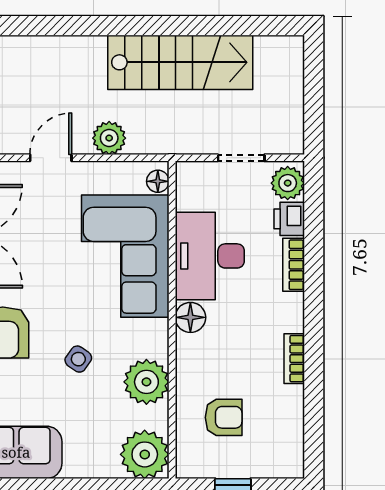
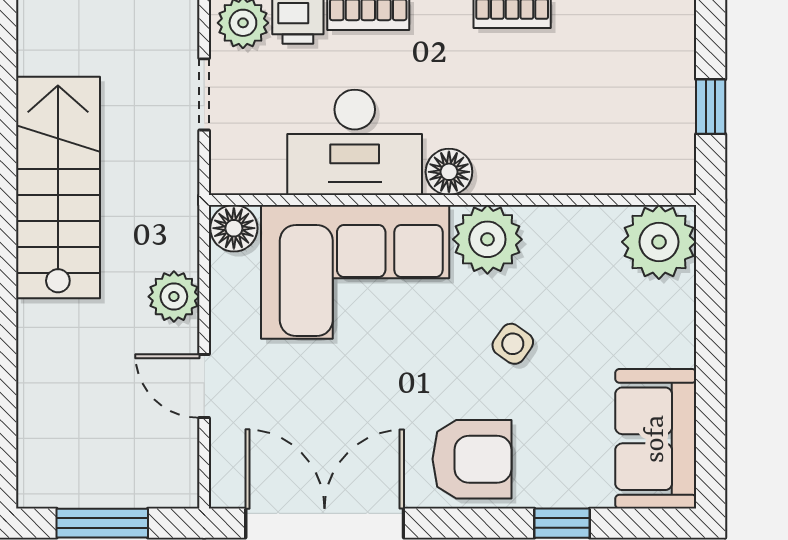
floor lamp: (158, 181) -> (234, 228), width x1.37, depth x1.37
plant: (146, 382) -> (487, 239), moved
armchair: (224, 417) -> (602, 121), removed

